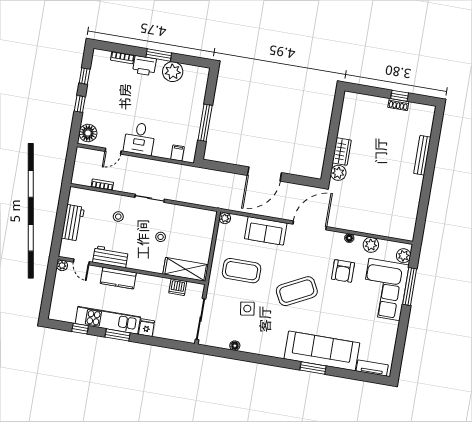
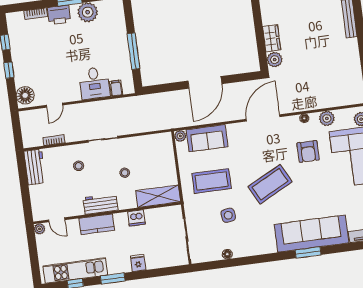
desk: (139, 139) -> (94, 83), moved
workbench: (73, 223) -> (35, 167), moved
sofa: (266, 231) -> (207, 138), moved
workbench: (110, 257) -> (100, 204), moved
dishwasher: (178, 287) -> (136, 218), moved
kitchen unit: (108, 320) -> (75, 271), moved

